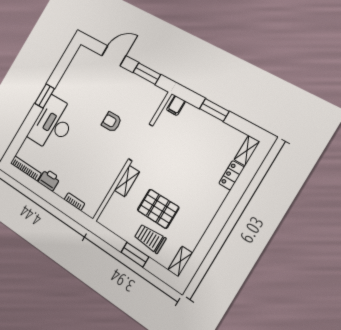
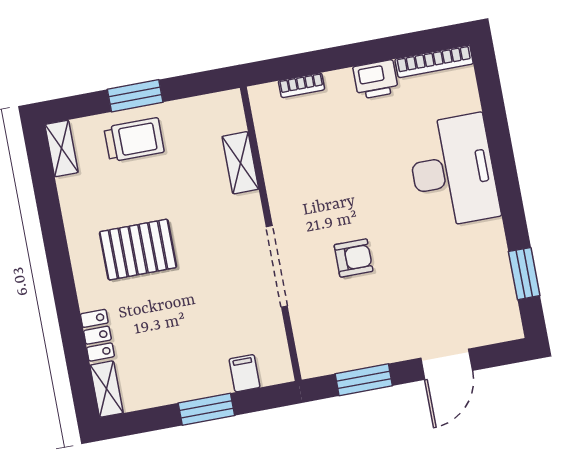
window: (45, 96) -> (524, 274), moved
filing cabinet: (176, 106) -> (245, 373), moved
shelving: (127, 181) -> (240, 163), moved
pallet: (158, 209) -> (138, 250), moved

